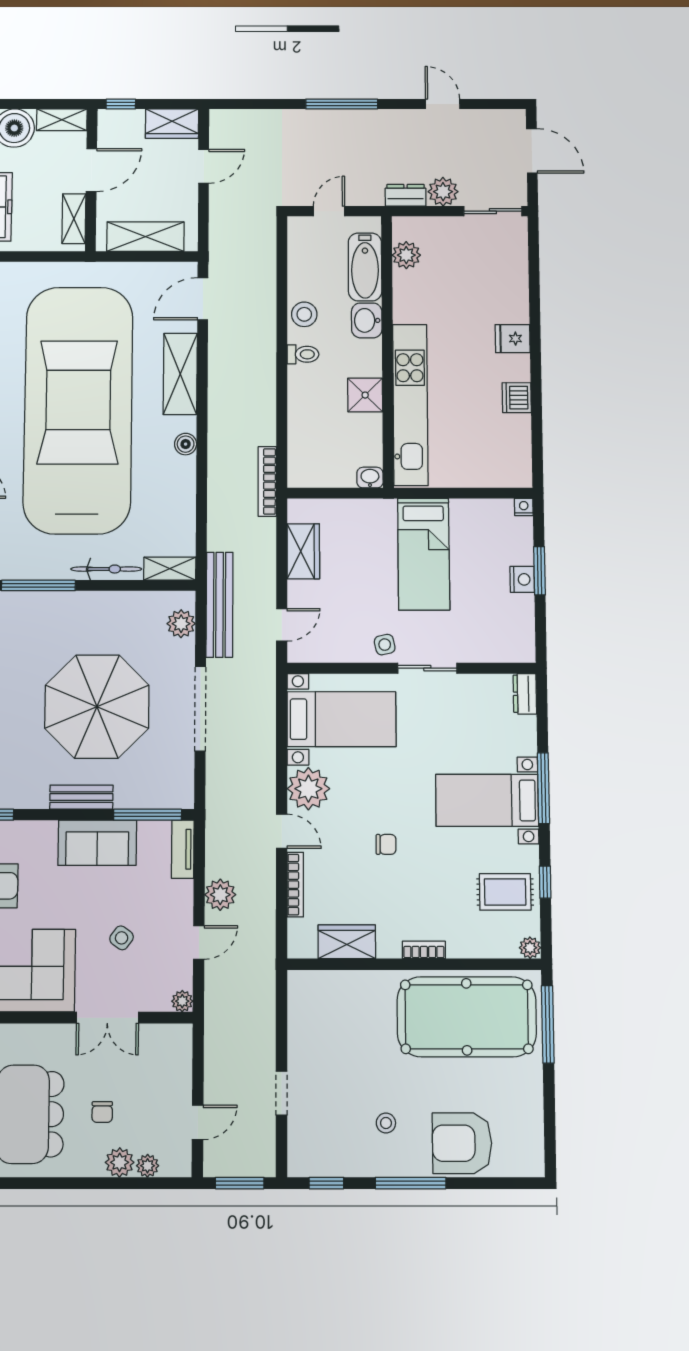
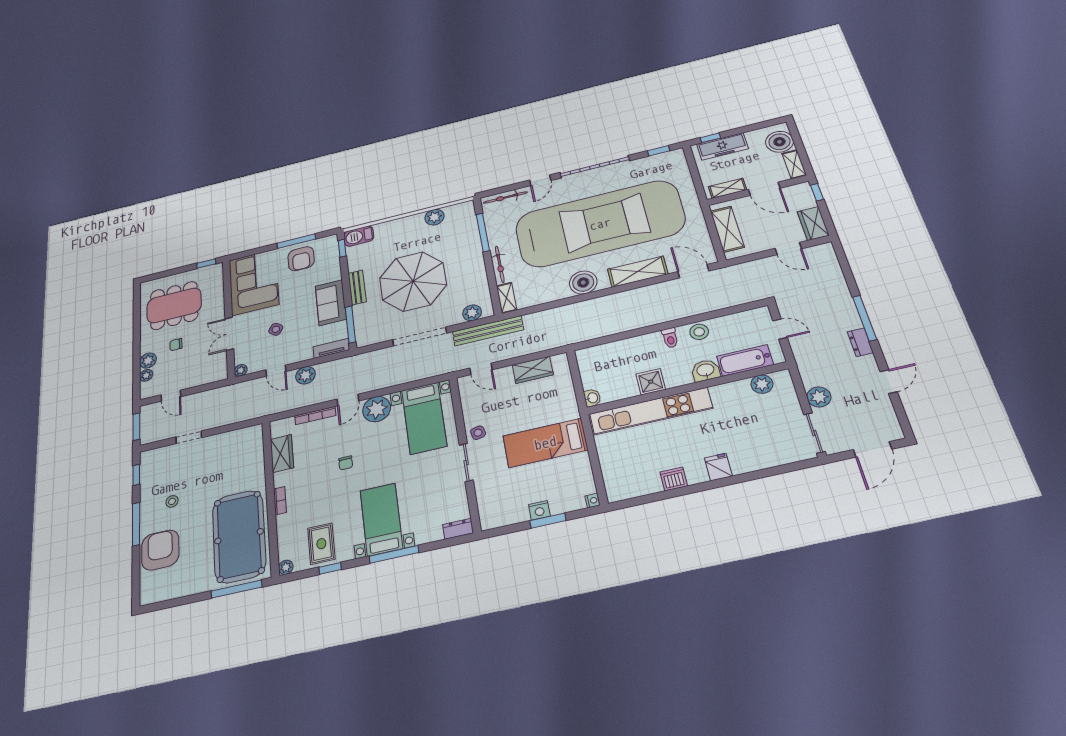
dresser: (406, 195) -> (860, 342), moved, turned 180
boiler: (186, 444) -> (583, 282), width x1.86, depth x1.86
bookcase: (267, 481) -> (576, 338), removed

